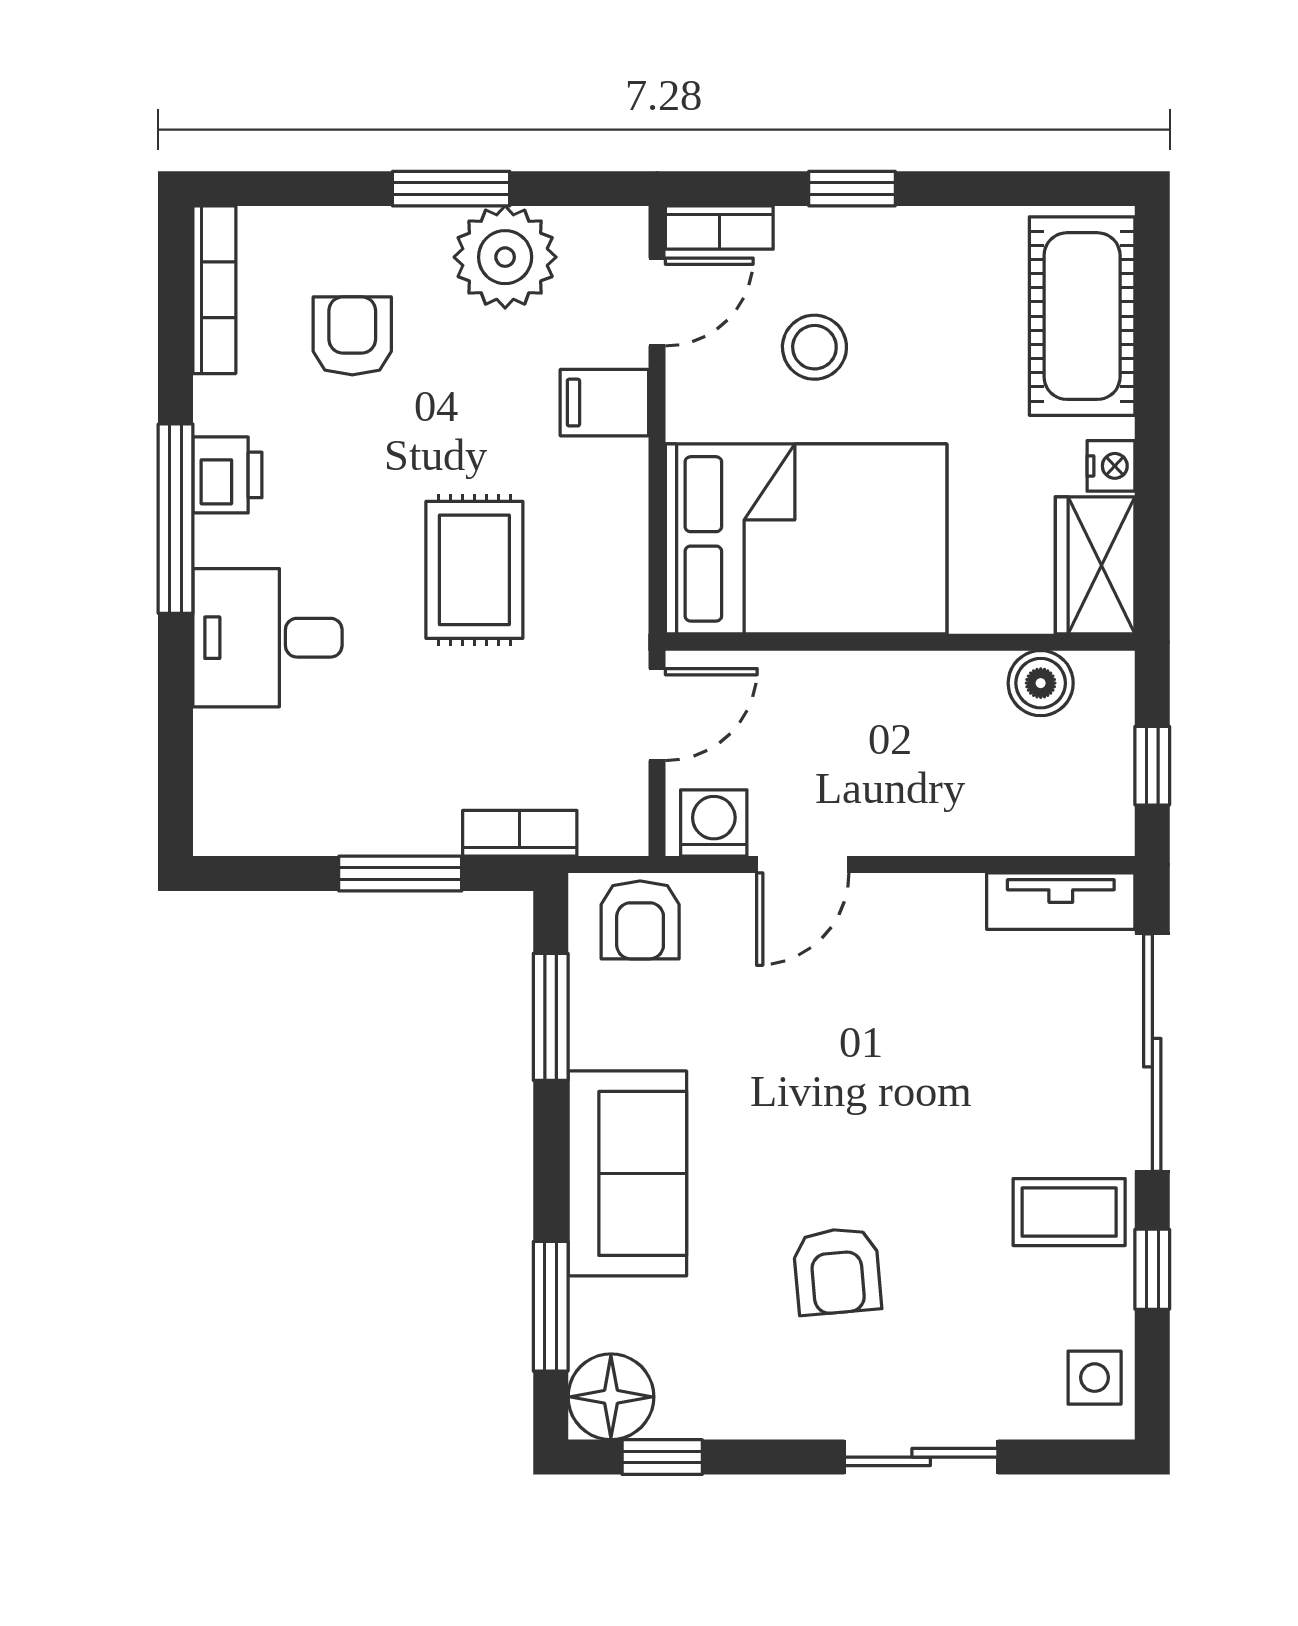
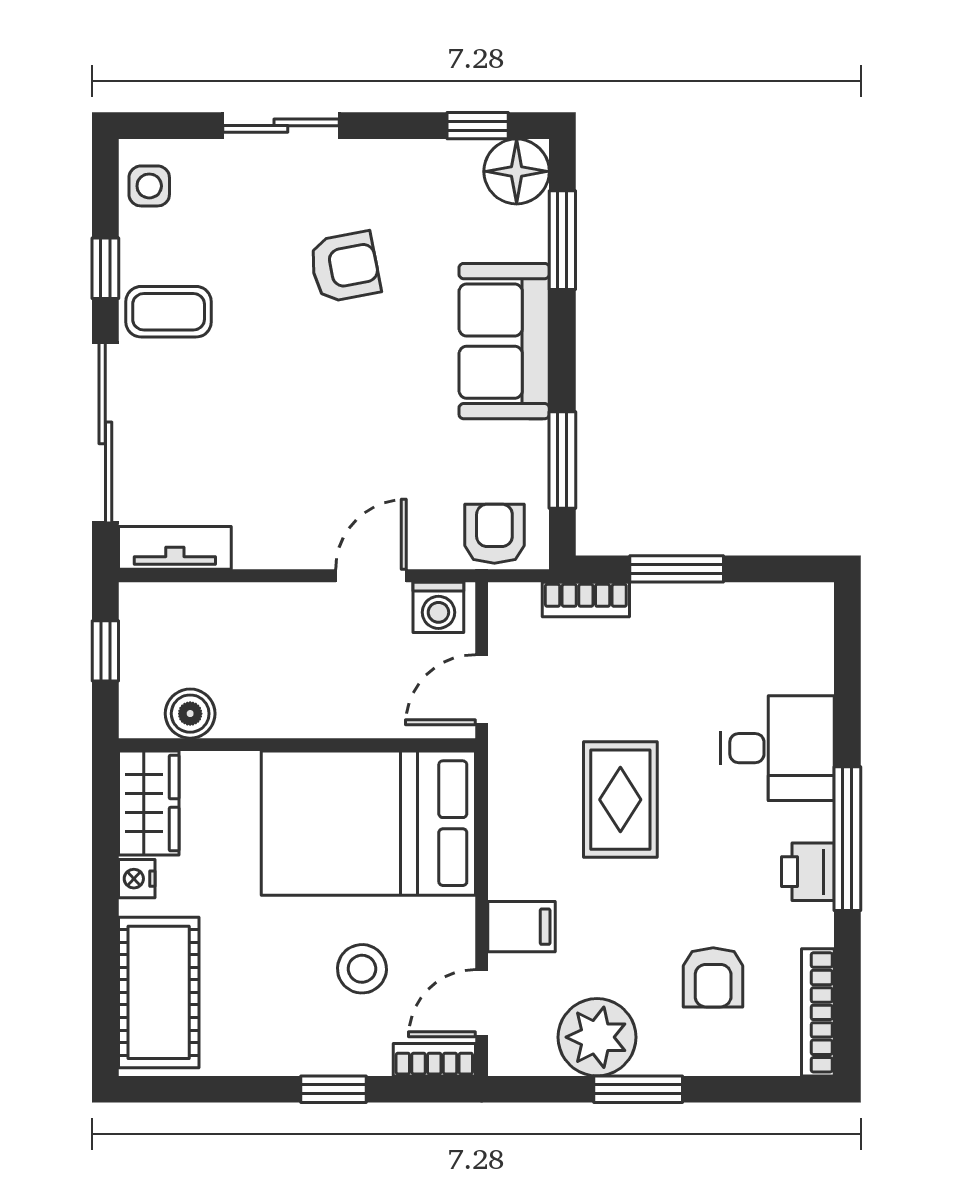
armchair: (837, 1271) -> (345, 267), turned 84

